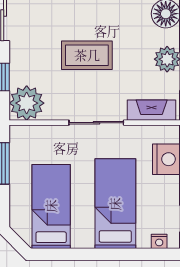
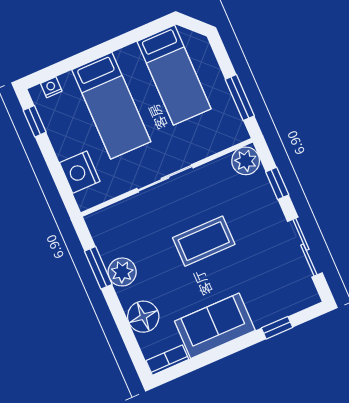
plant: (27, 103) -> (246, 161), width x0.73, depth x0.73
fireplace: (152, 110) -> (116, 214), removed

